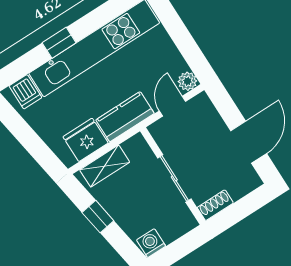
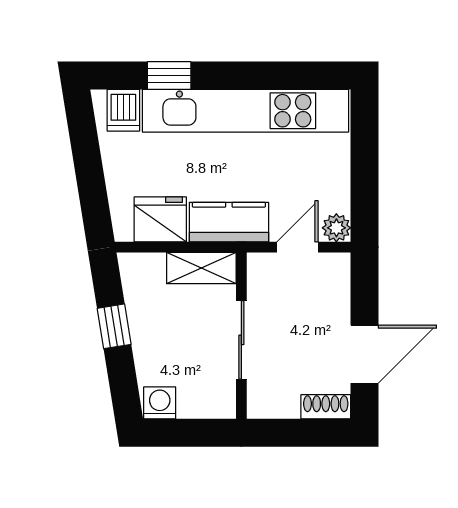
window: (59, 43) -> (169, 76), moved
shelving: (105, 166) -> (201, 268), moved
shoe rack: (215, 205) -> (326, 407), moved

